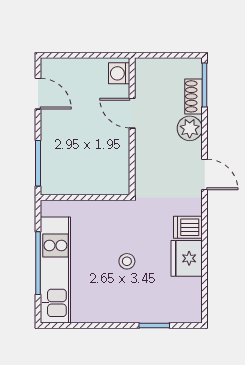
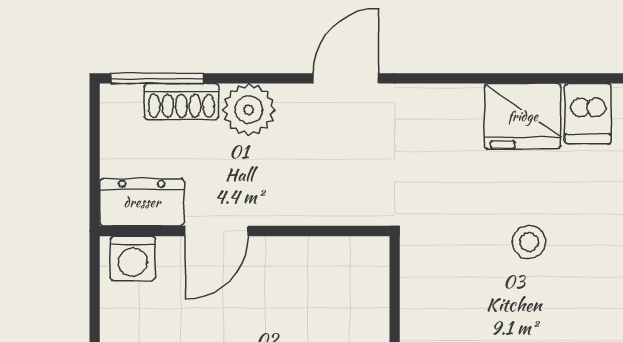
dresser: (146, 78) -> (142, 202), added
dishwasher: (188, 227) -> (588, 114), moved

